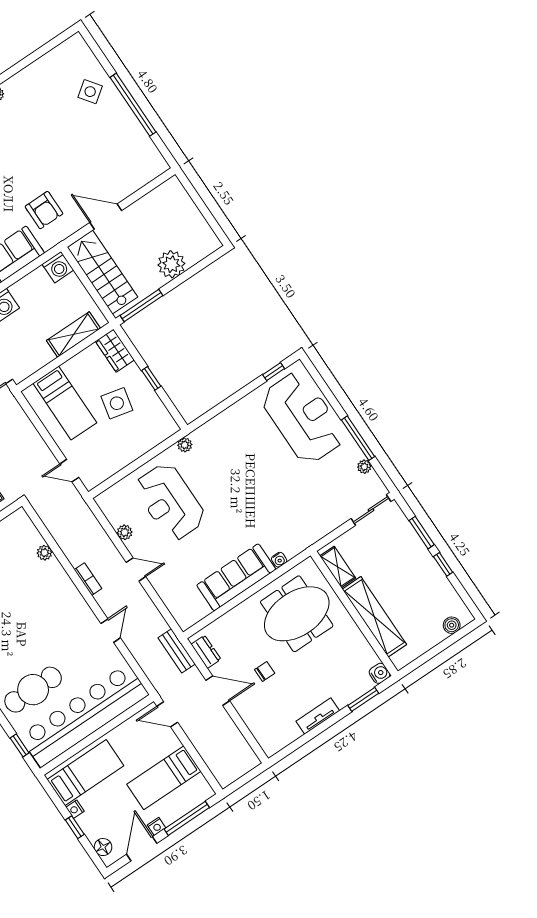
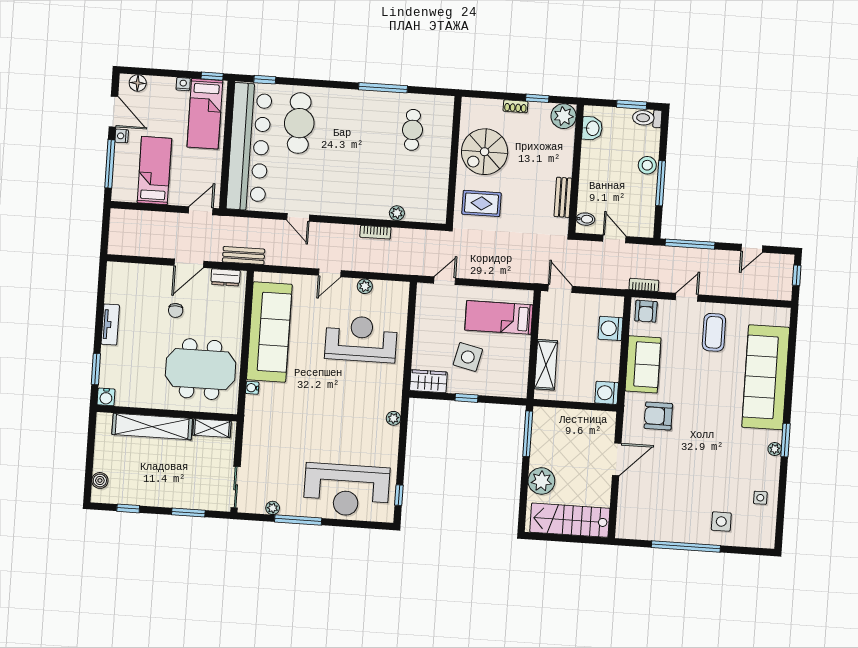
side table: (46, 75) -> (760, 498), added
side table: (90, 92) -> (721, 522), turned 36
stairs: (102, 272) -> (570, 520), moved, turned 180
wardrobe: (115, 351) -> (428, 381), moved
plant: (185, 445) -> (393, 418), moved
window: (443, 564) -> (128, 508), moved
sofa: (236, 577) -> (269, 332), width x1.36, depth x1.27
bookcase: (88, 579) -> (375, 232), moved
meeting table: (297, 614) -> (201, 369), turned 90
window: (75, 827) -> (212, 76), moved

